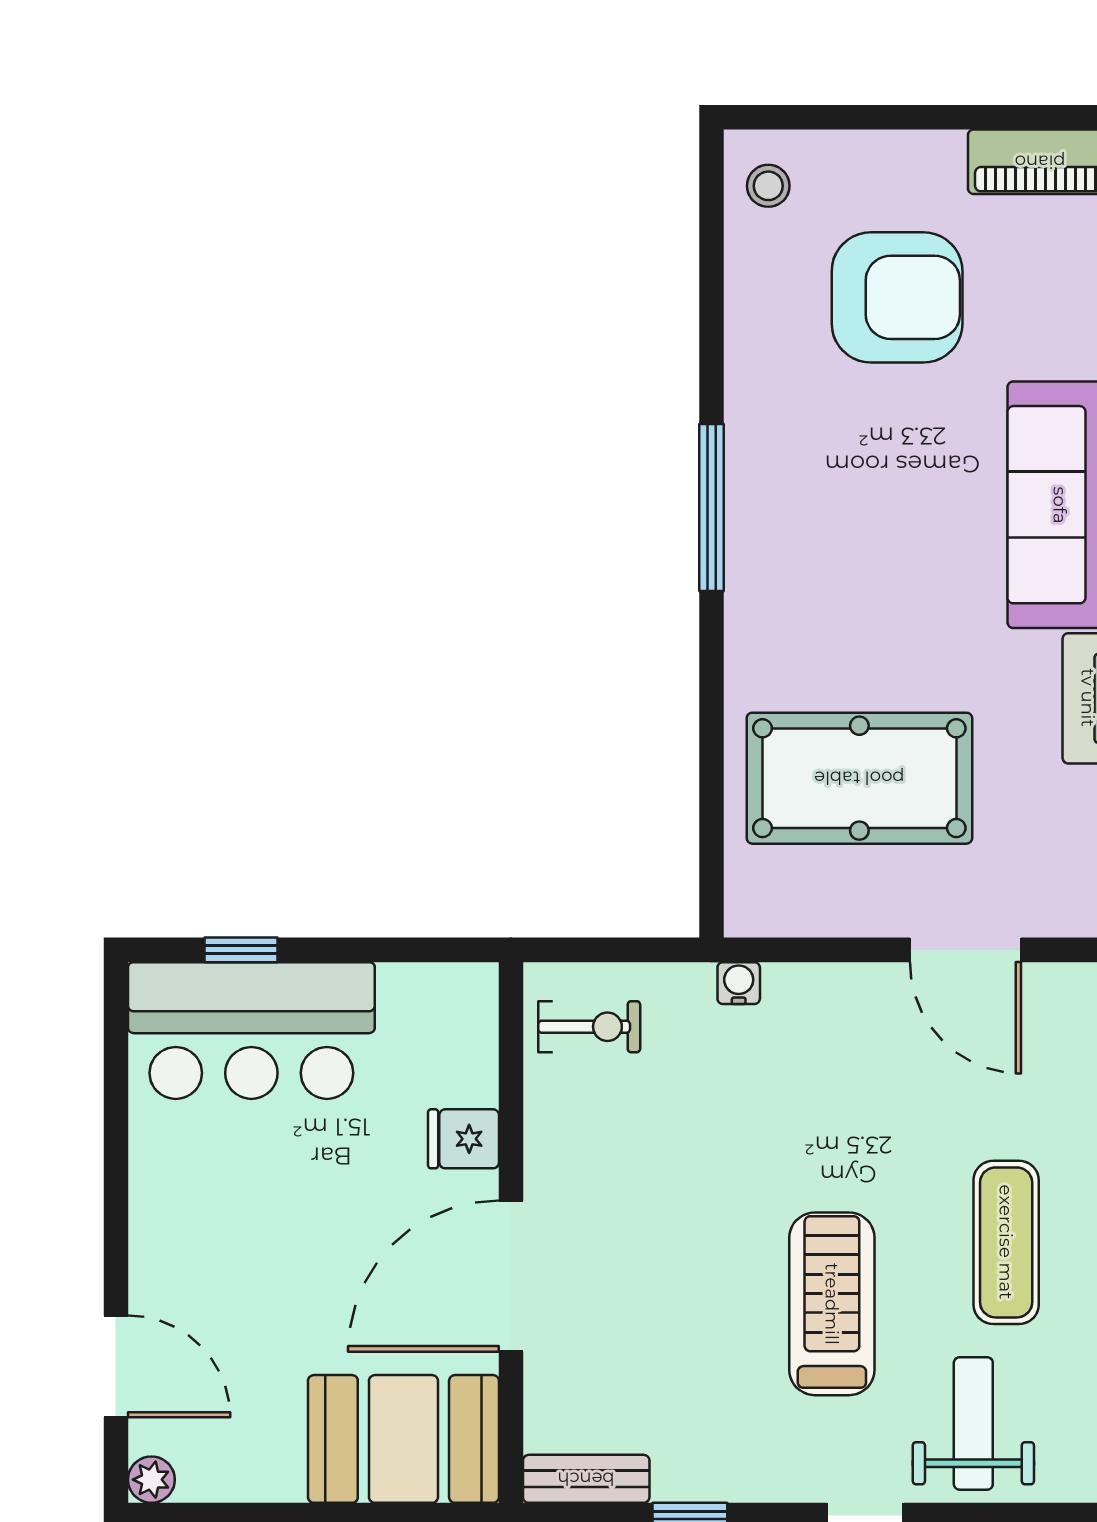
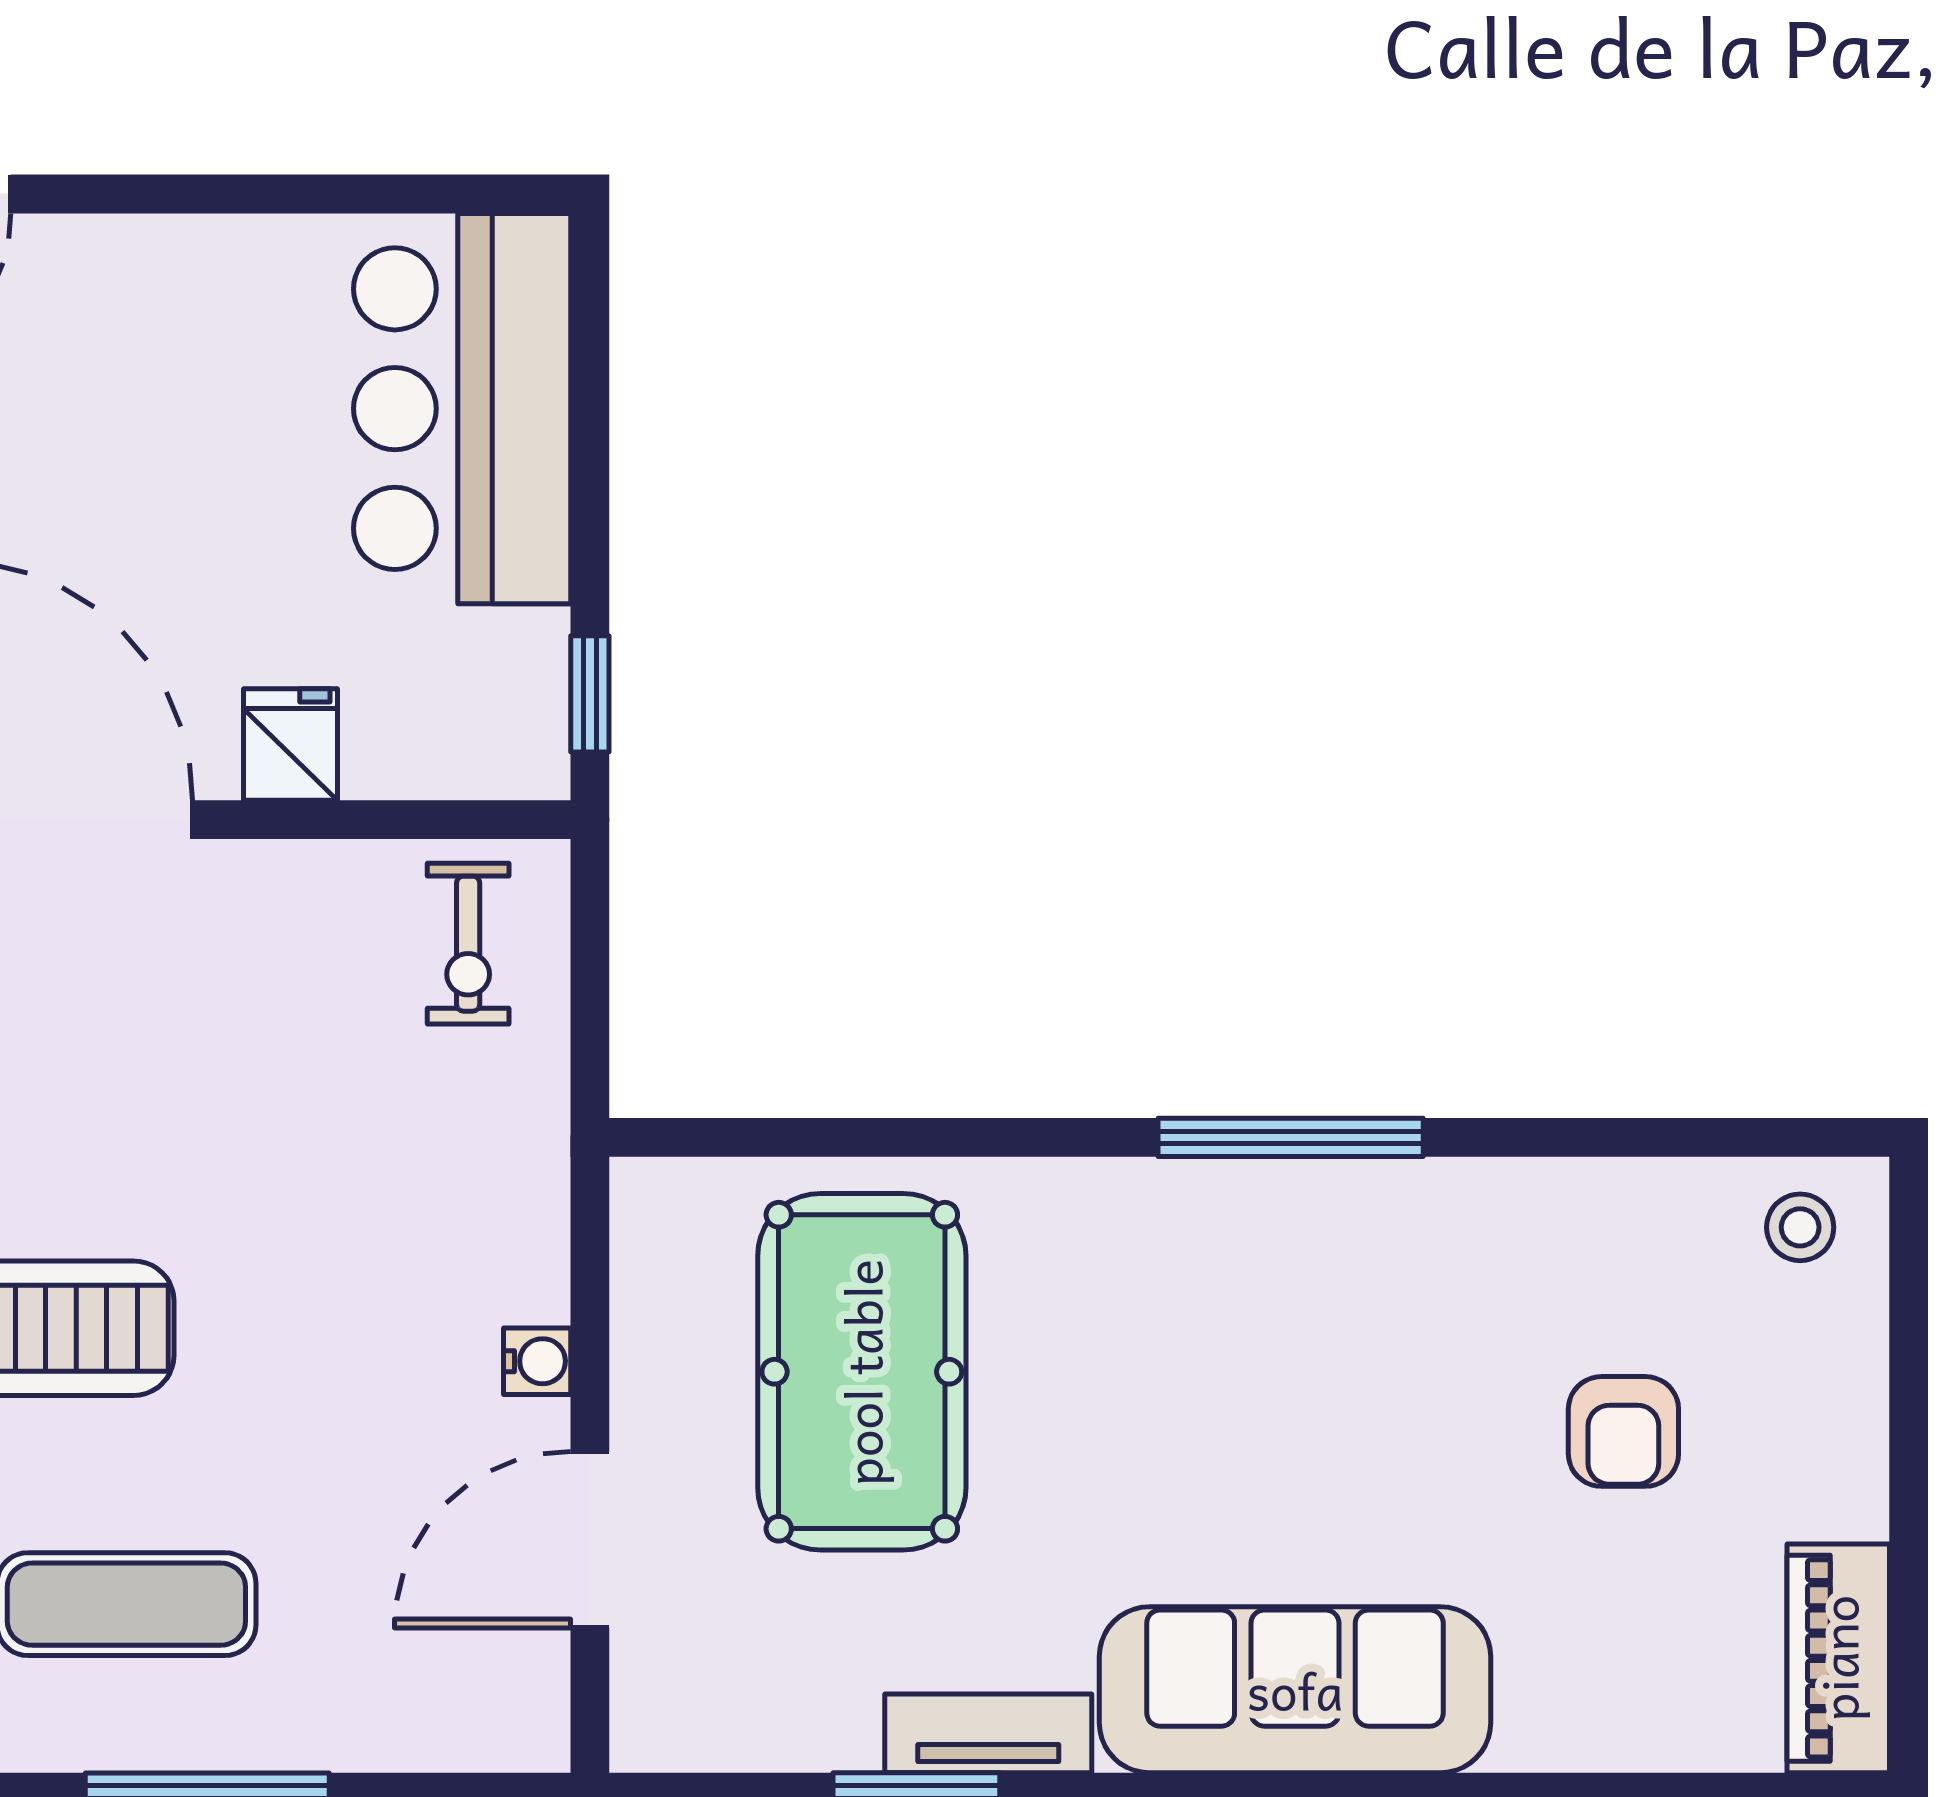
armchair: (897, 297) -> (1623, 1431), width x0.53, depth x0.53
window: (241, 950) -> (590, 694), moved
water cooler: (739, 983) -> (537, 1361), moved

